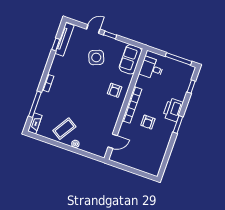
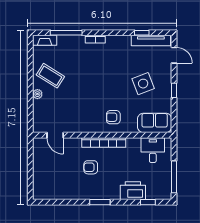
door: (93, 29) -> (174, 55), moved
printer: (173, 110) -> (133, 191), moved

